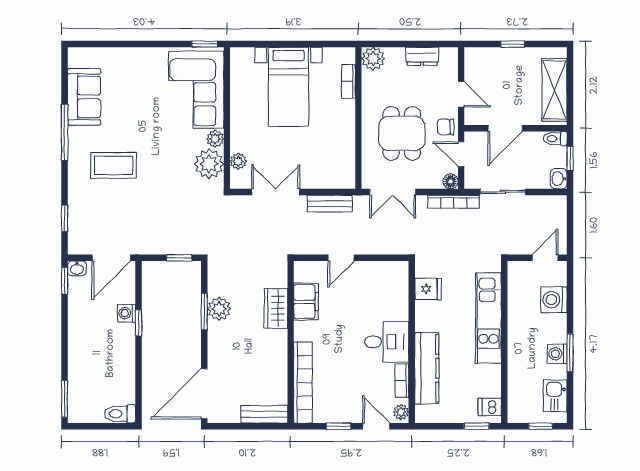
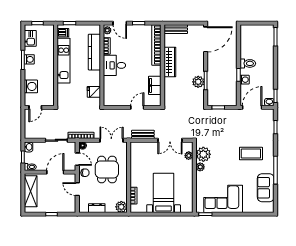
corner sofa: (196, 90) -> (223, 199), moved, turned -90
wardrobe: (276, 308) -> (170, 62), moved, width x1.50
kitchen unit: (488, 318) -> (64, 61), moved
toilet: (120, 414) -> (248, 63), moved

